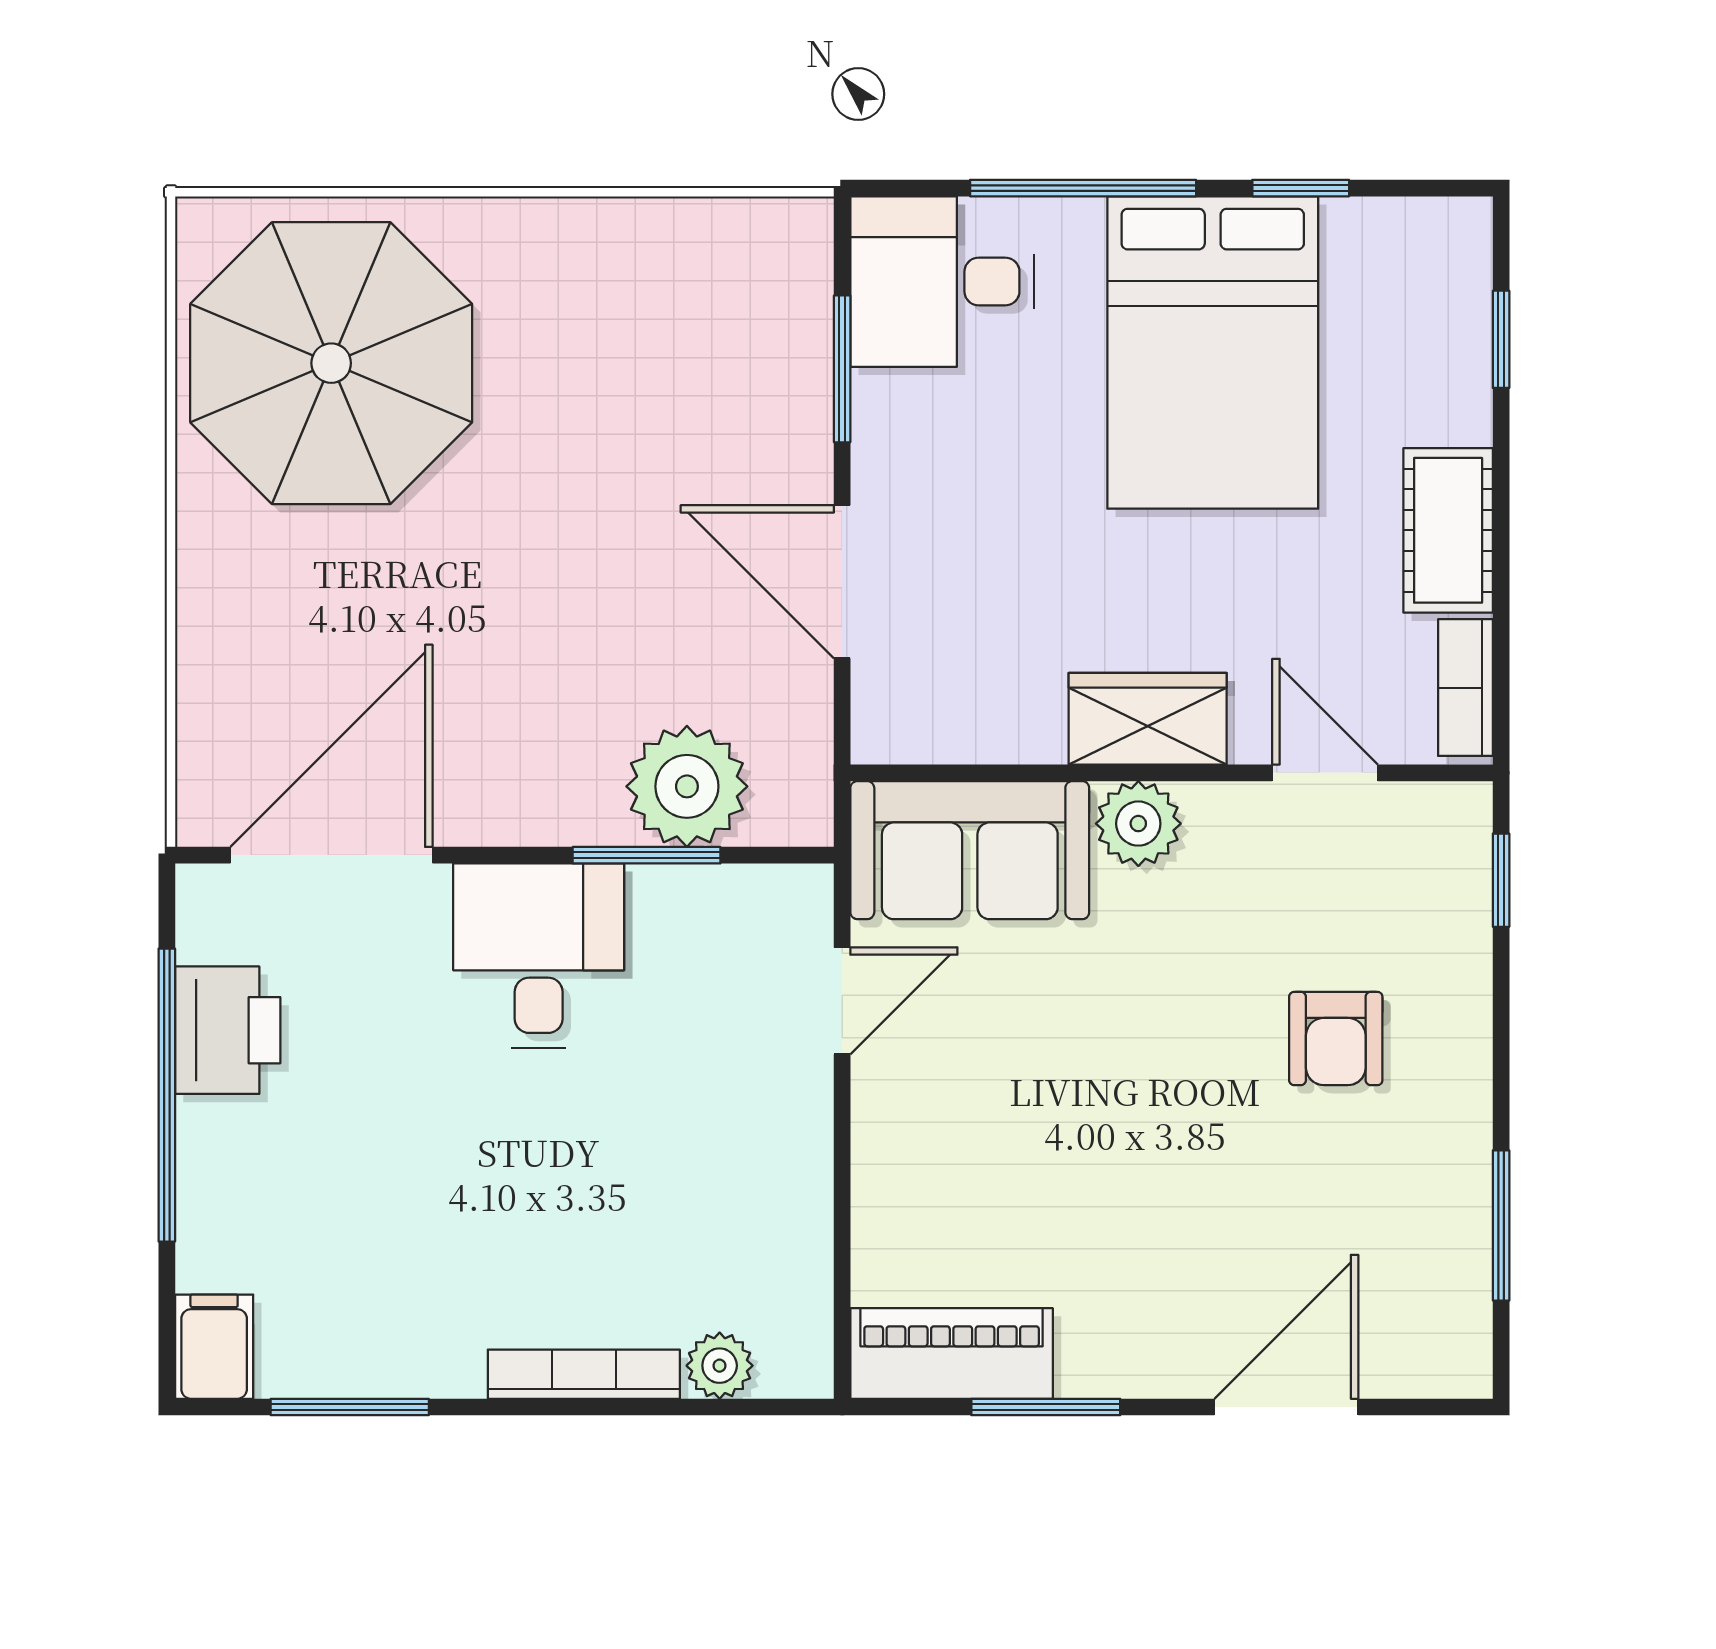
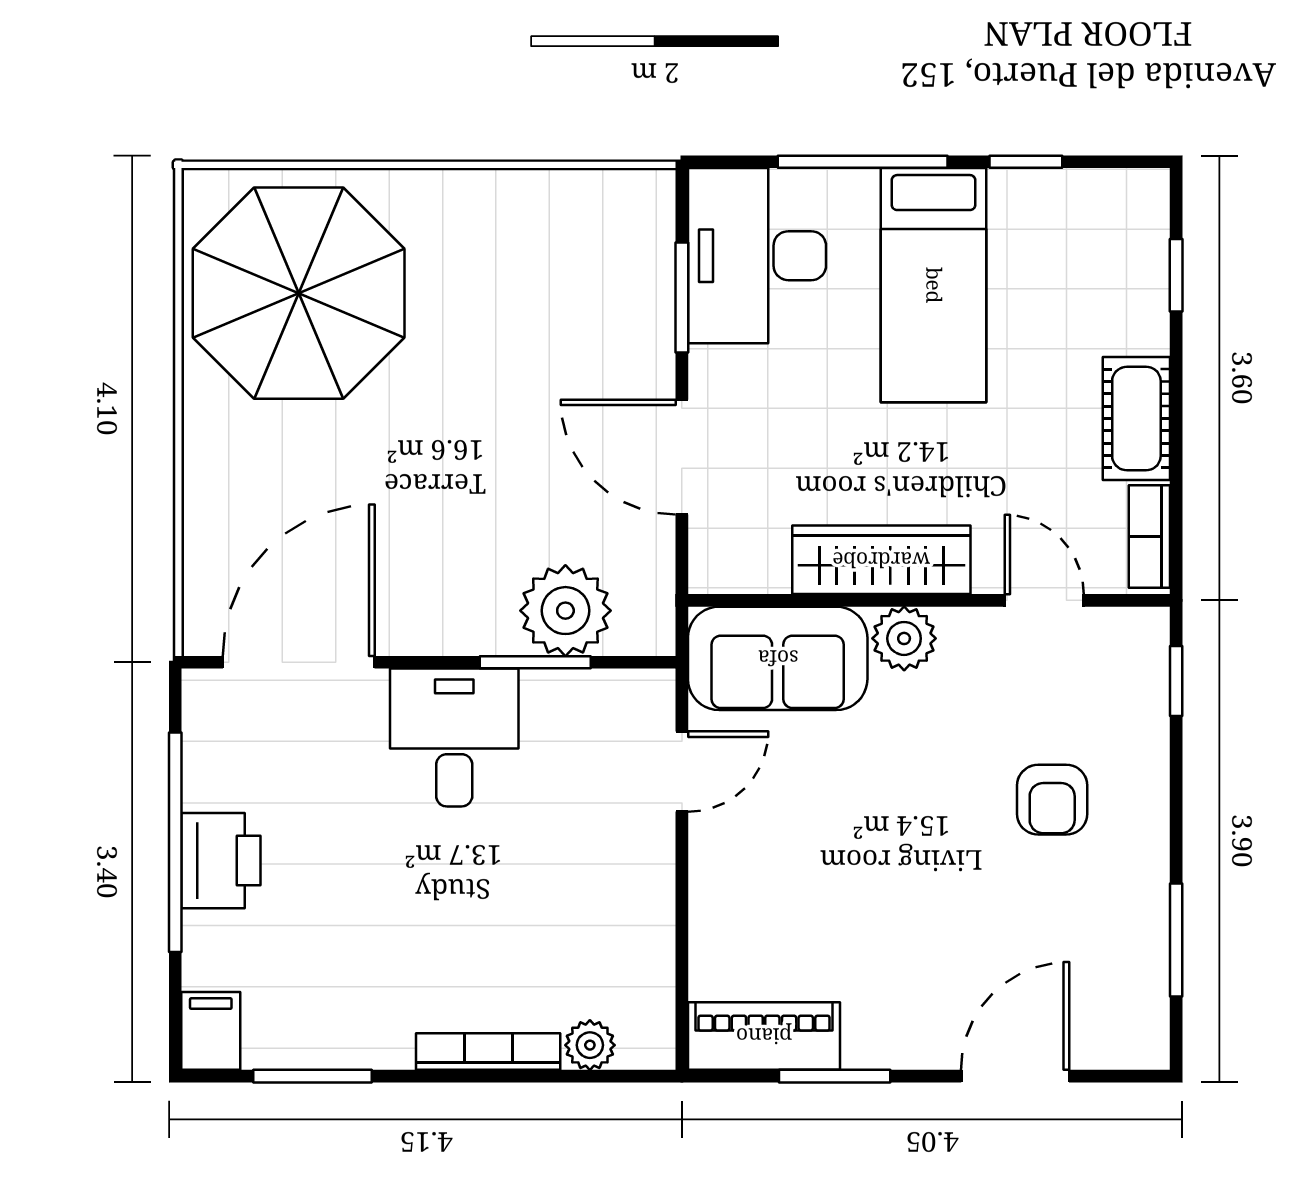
desk: (942, 282) -> (757, 256), width x1.37
bed: (1213, 352) -> (934, 285), width x0.67
wardrobe: (1148, 719) -> (881, 560), width x1.50
printer: (228, 1030) -> (221, 861), moved

